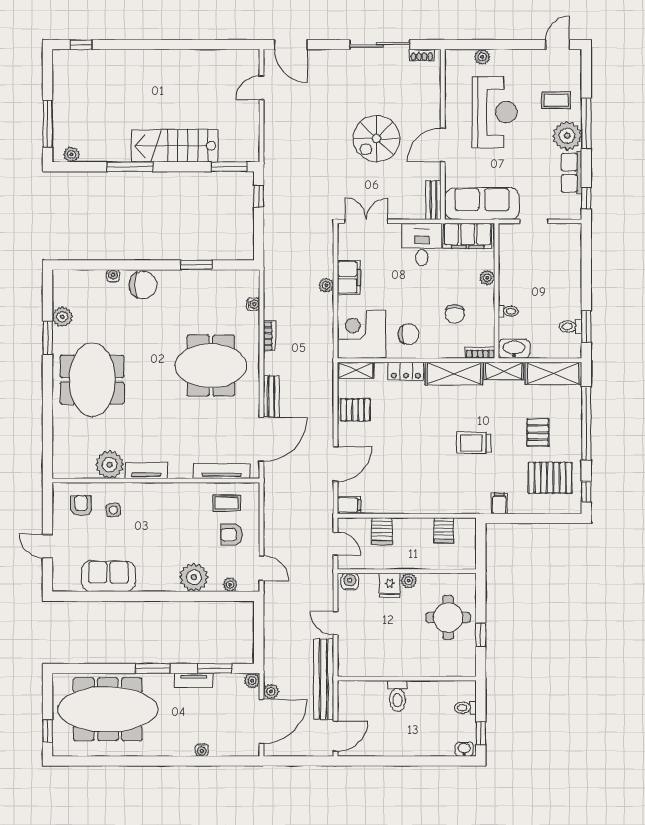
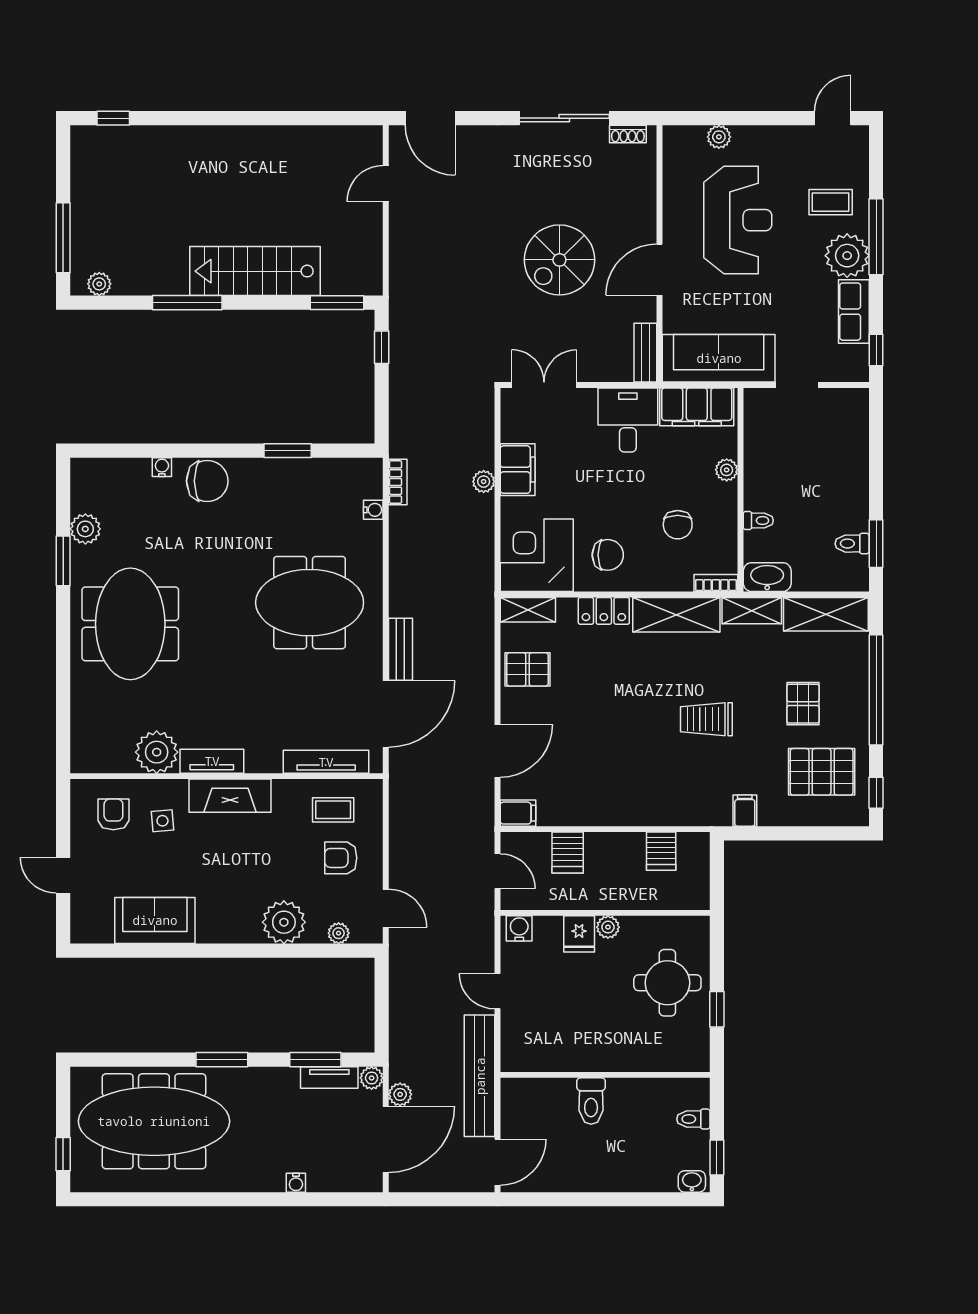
bookcase: (269, 336) -> (398, 482), moved
fireplace: (158, 493) -> (230, 796), added
tv unit: (194, 680) -> (329, 1078), moved

